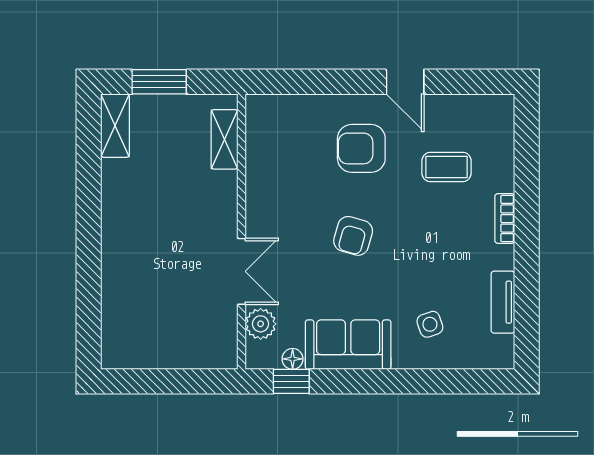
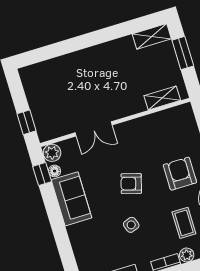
plant: (502, 179) -> (187, 255), added
plant: (261, 324) -> (52, 153), moved
side table: (430, 324) -> (131, 225), moved
window: (196, 381) -> (26, 122), added

